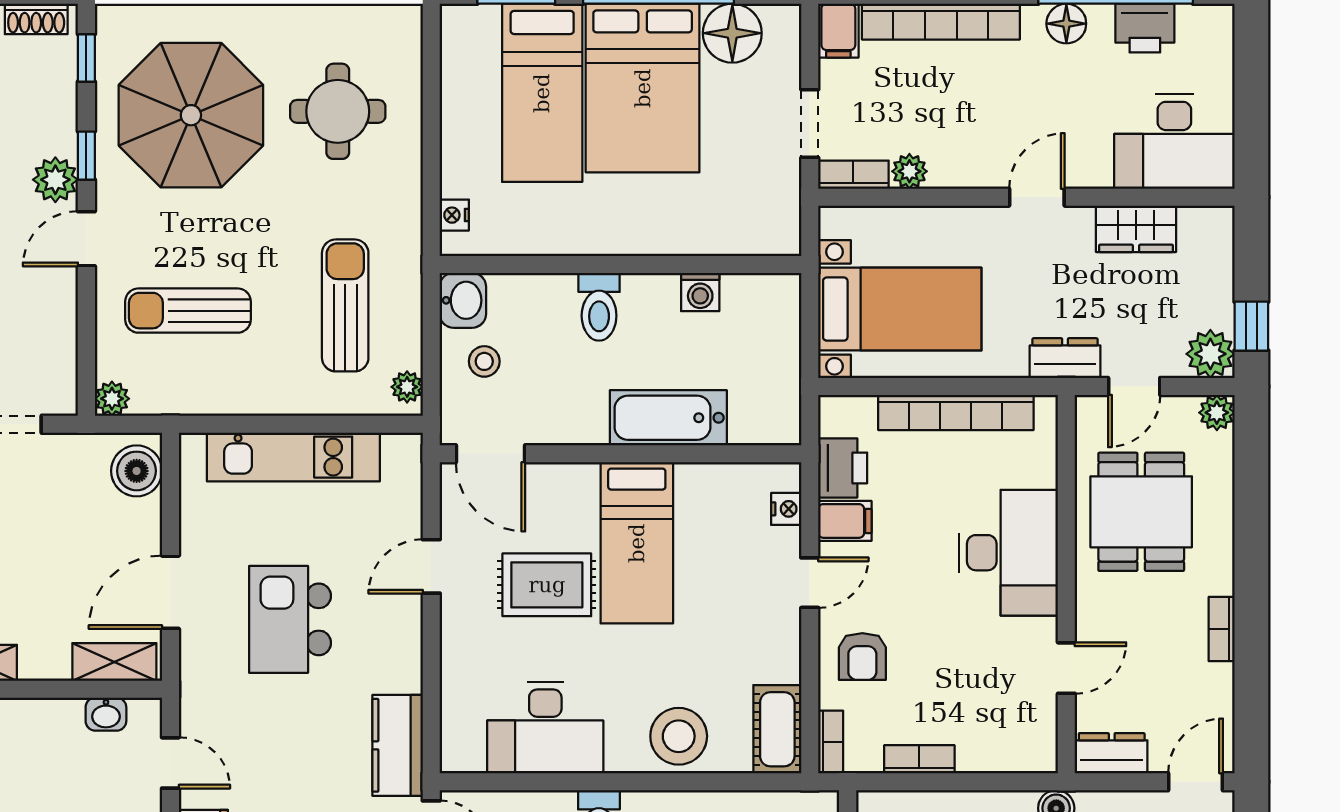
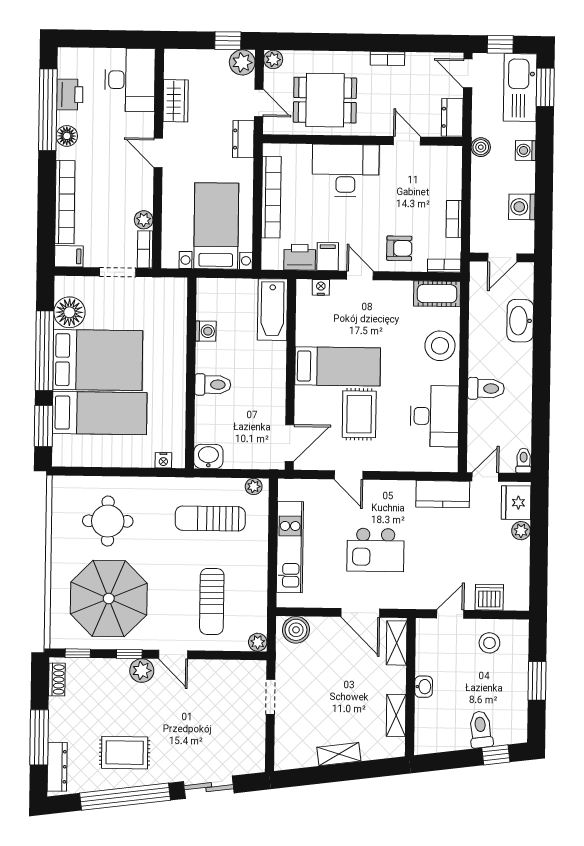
stool: (484, 361) -> (241, 446), removed
bathtub: (668, 418) -> (272, 310), moved
washbasin: (106, 714) -> (424, 687), moved

